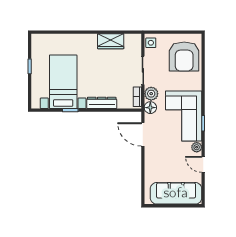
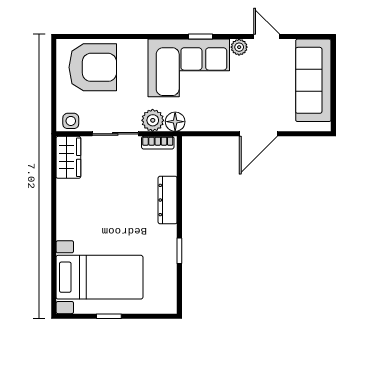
wardrobe: (111, 41) -> (68, 157), moved
bed with nightstands: (63, 82) -> (99, 277), moved, turned 180
door: (143, 134) -> (258, 134), moved
door: (203, 164) -> (267, 37), swing flipped

